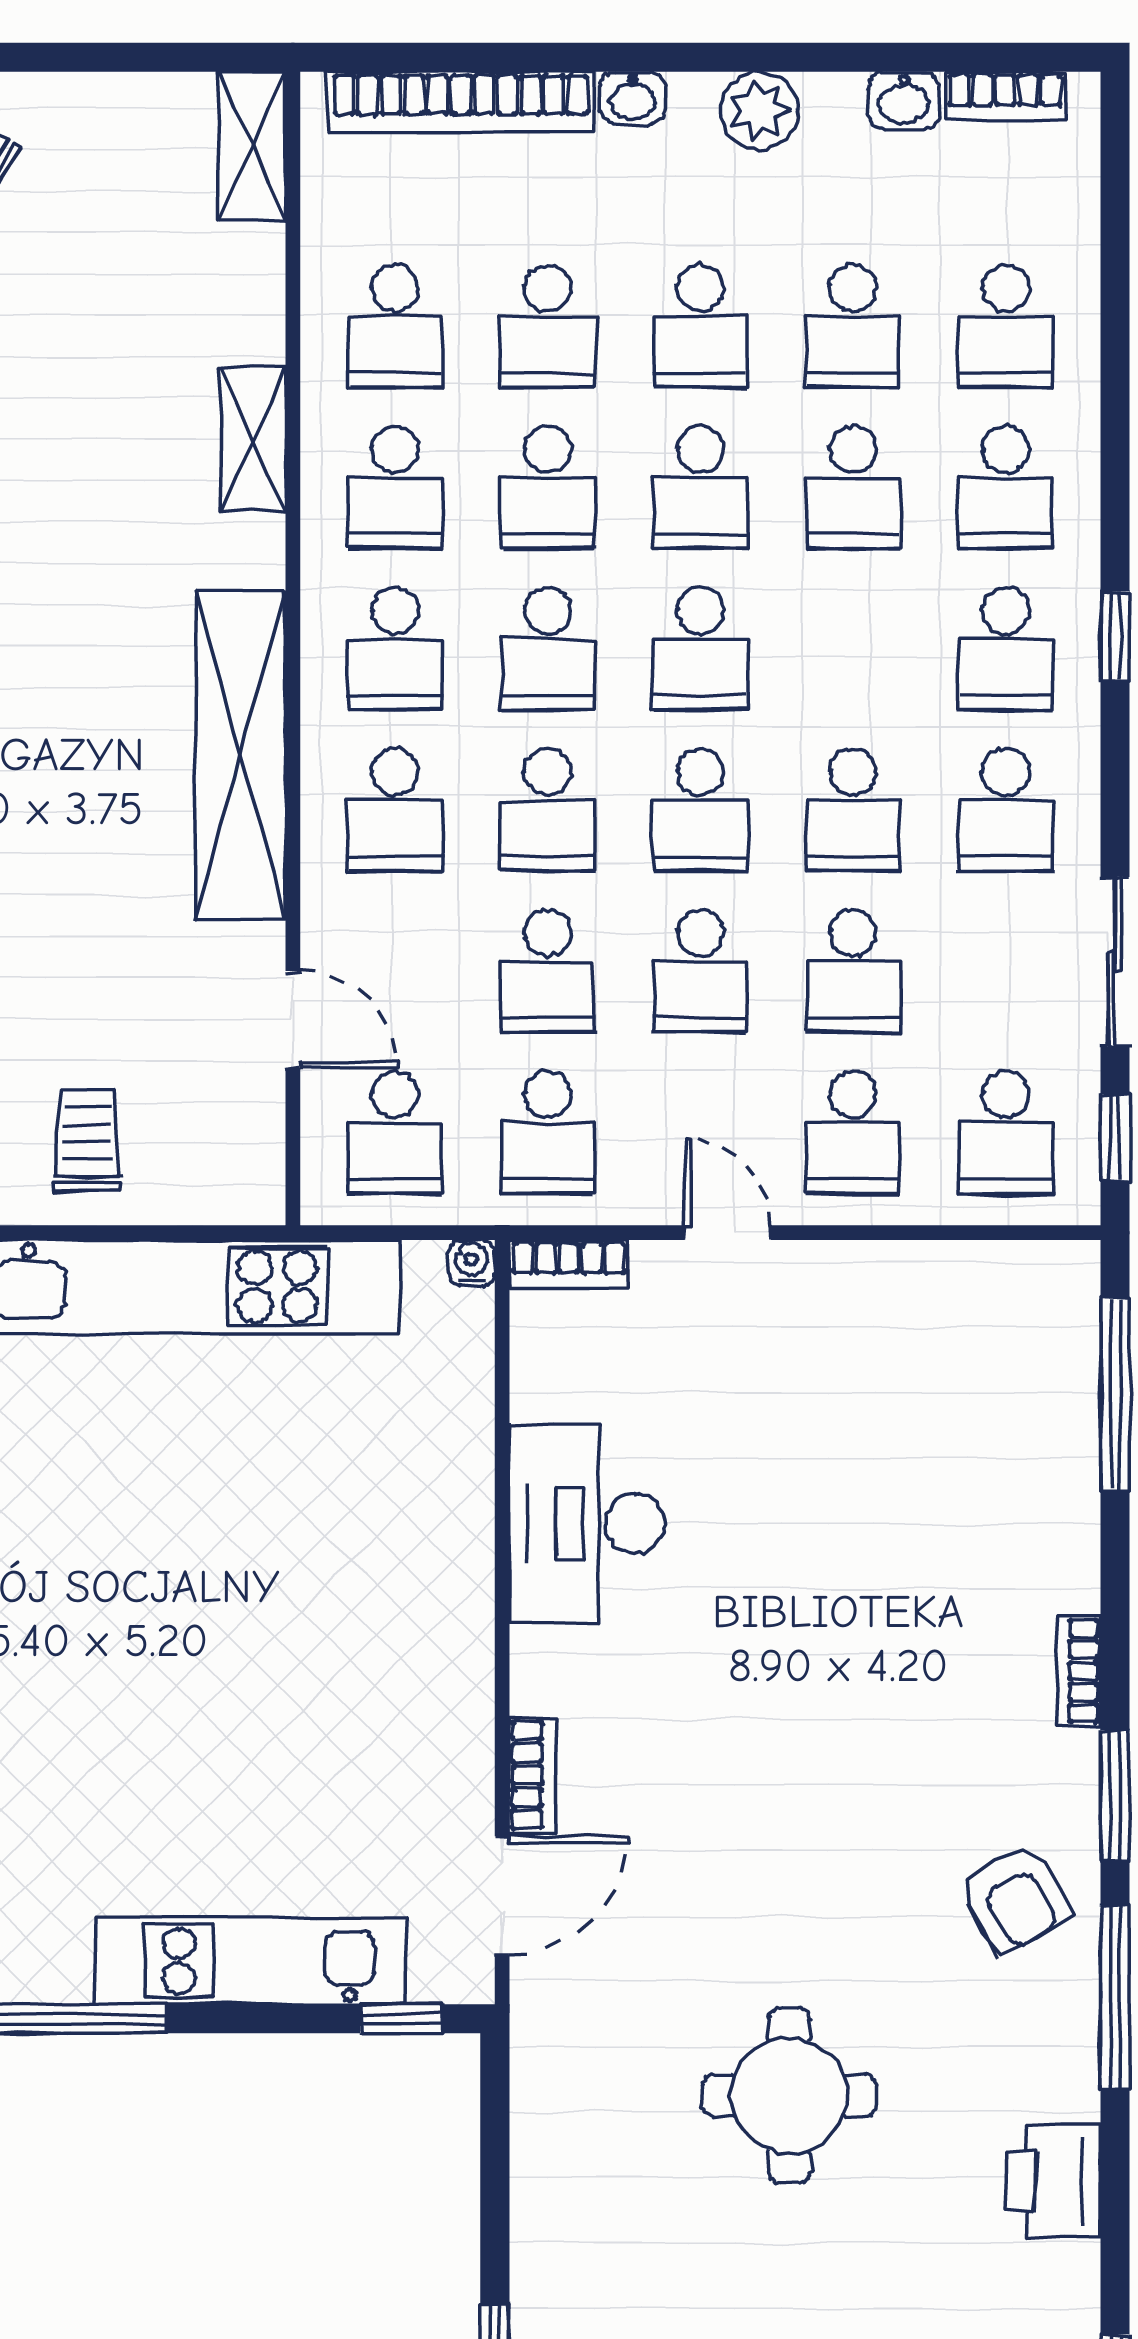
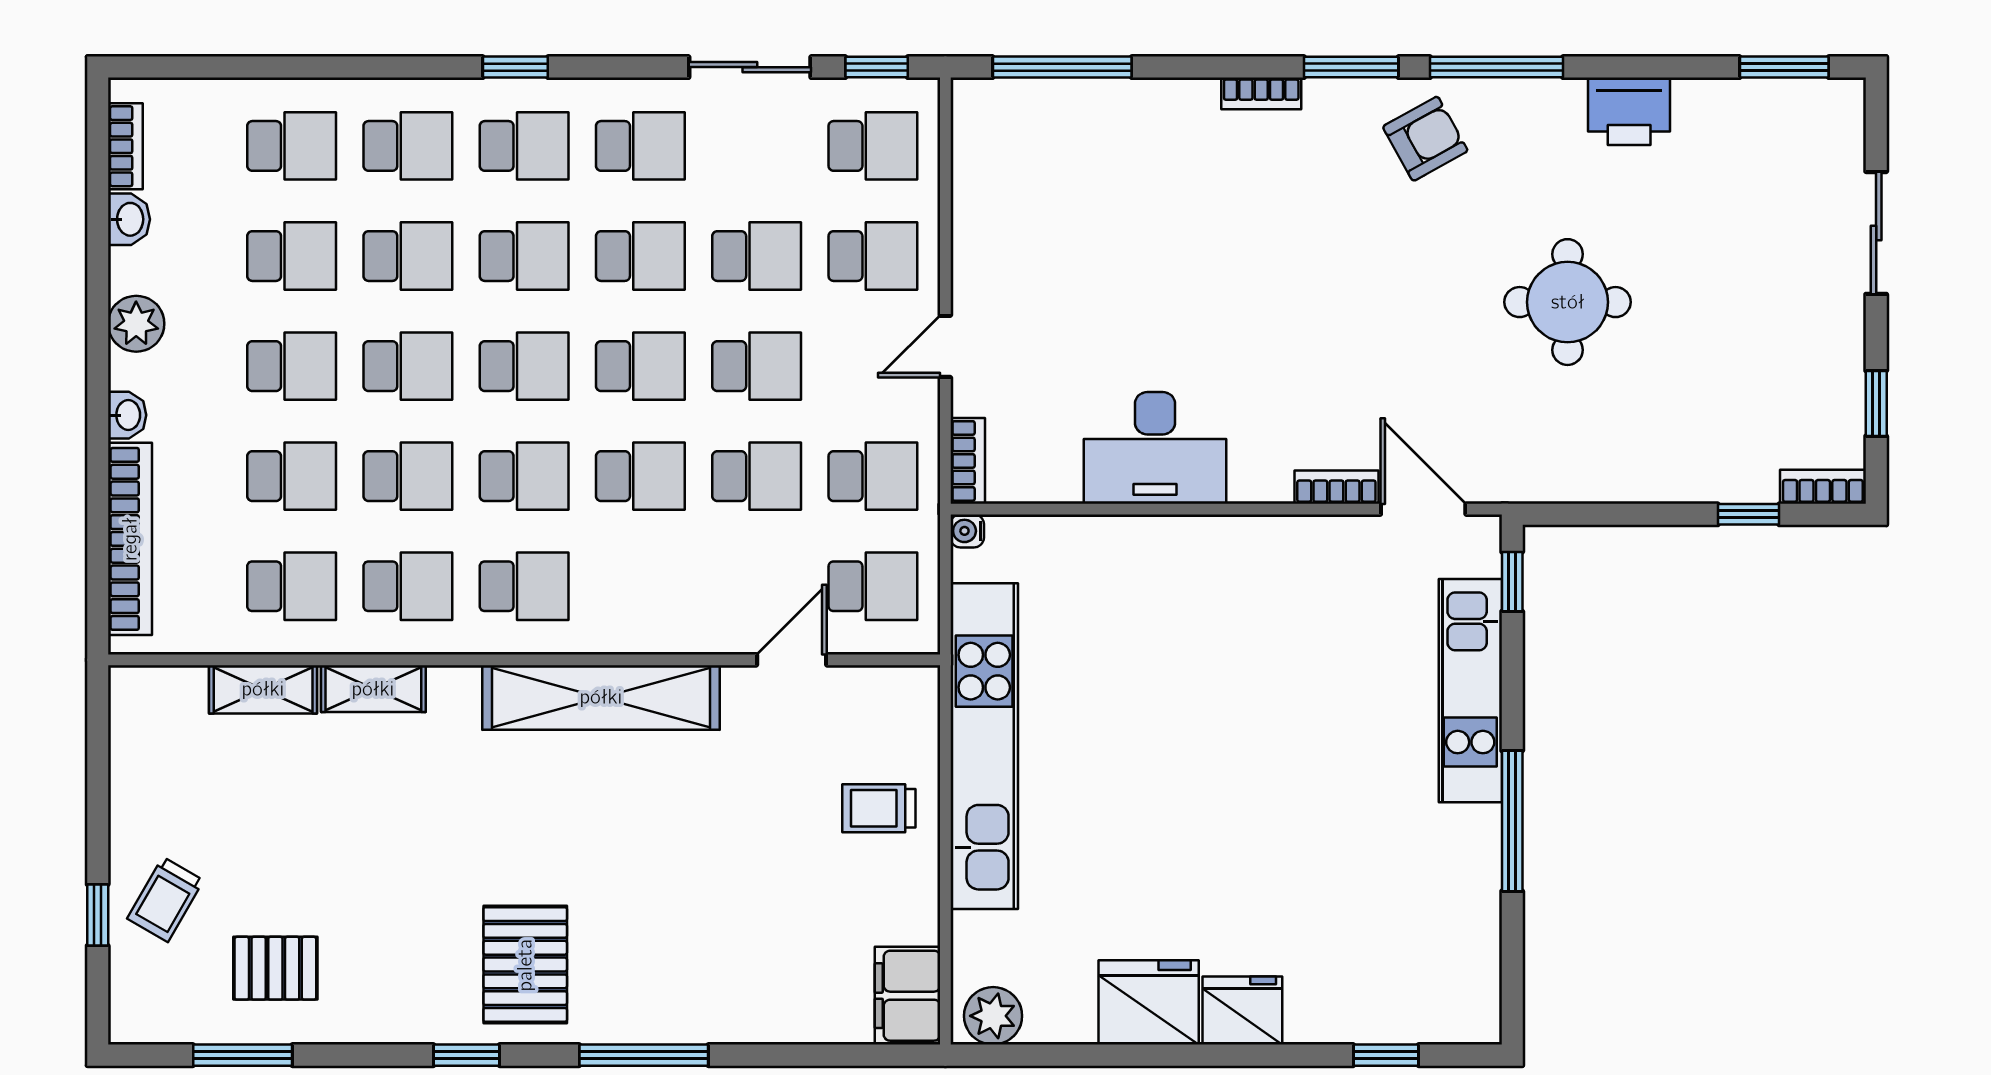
shelving: (252, 146) -> (263, 689), moved
school desk: (395, 810) -> (524, 256), moved

